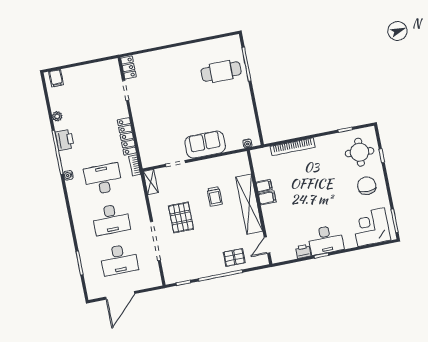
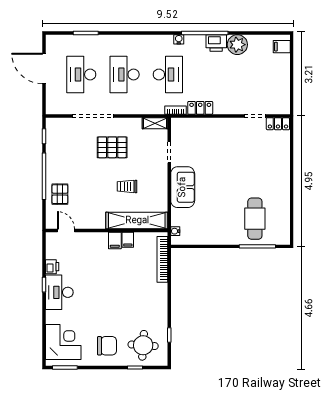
plant: (57, 116) -> (237, 45), width x1.88, depth x1.88
locker: (127, 136) -> (200, 108), width x0.66
bookcase: (293, 147) -> (162, 259), moved
shelving: (249, 204) -> (137, 221), moved

